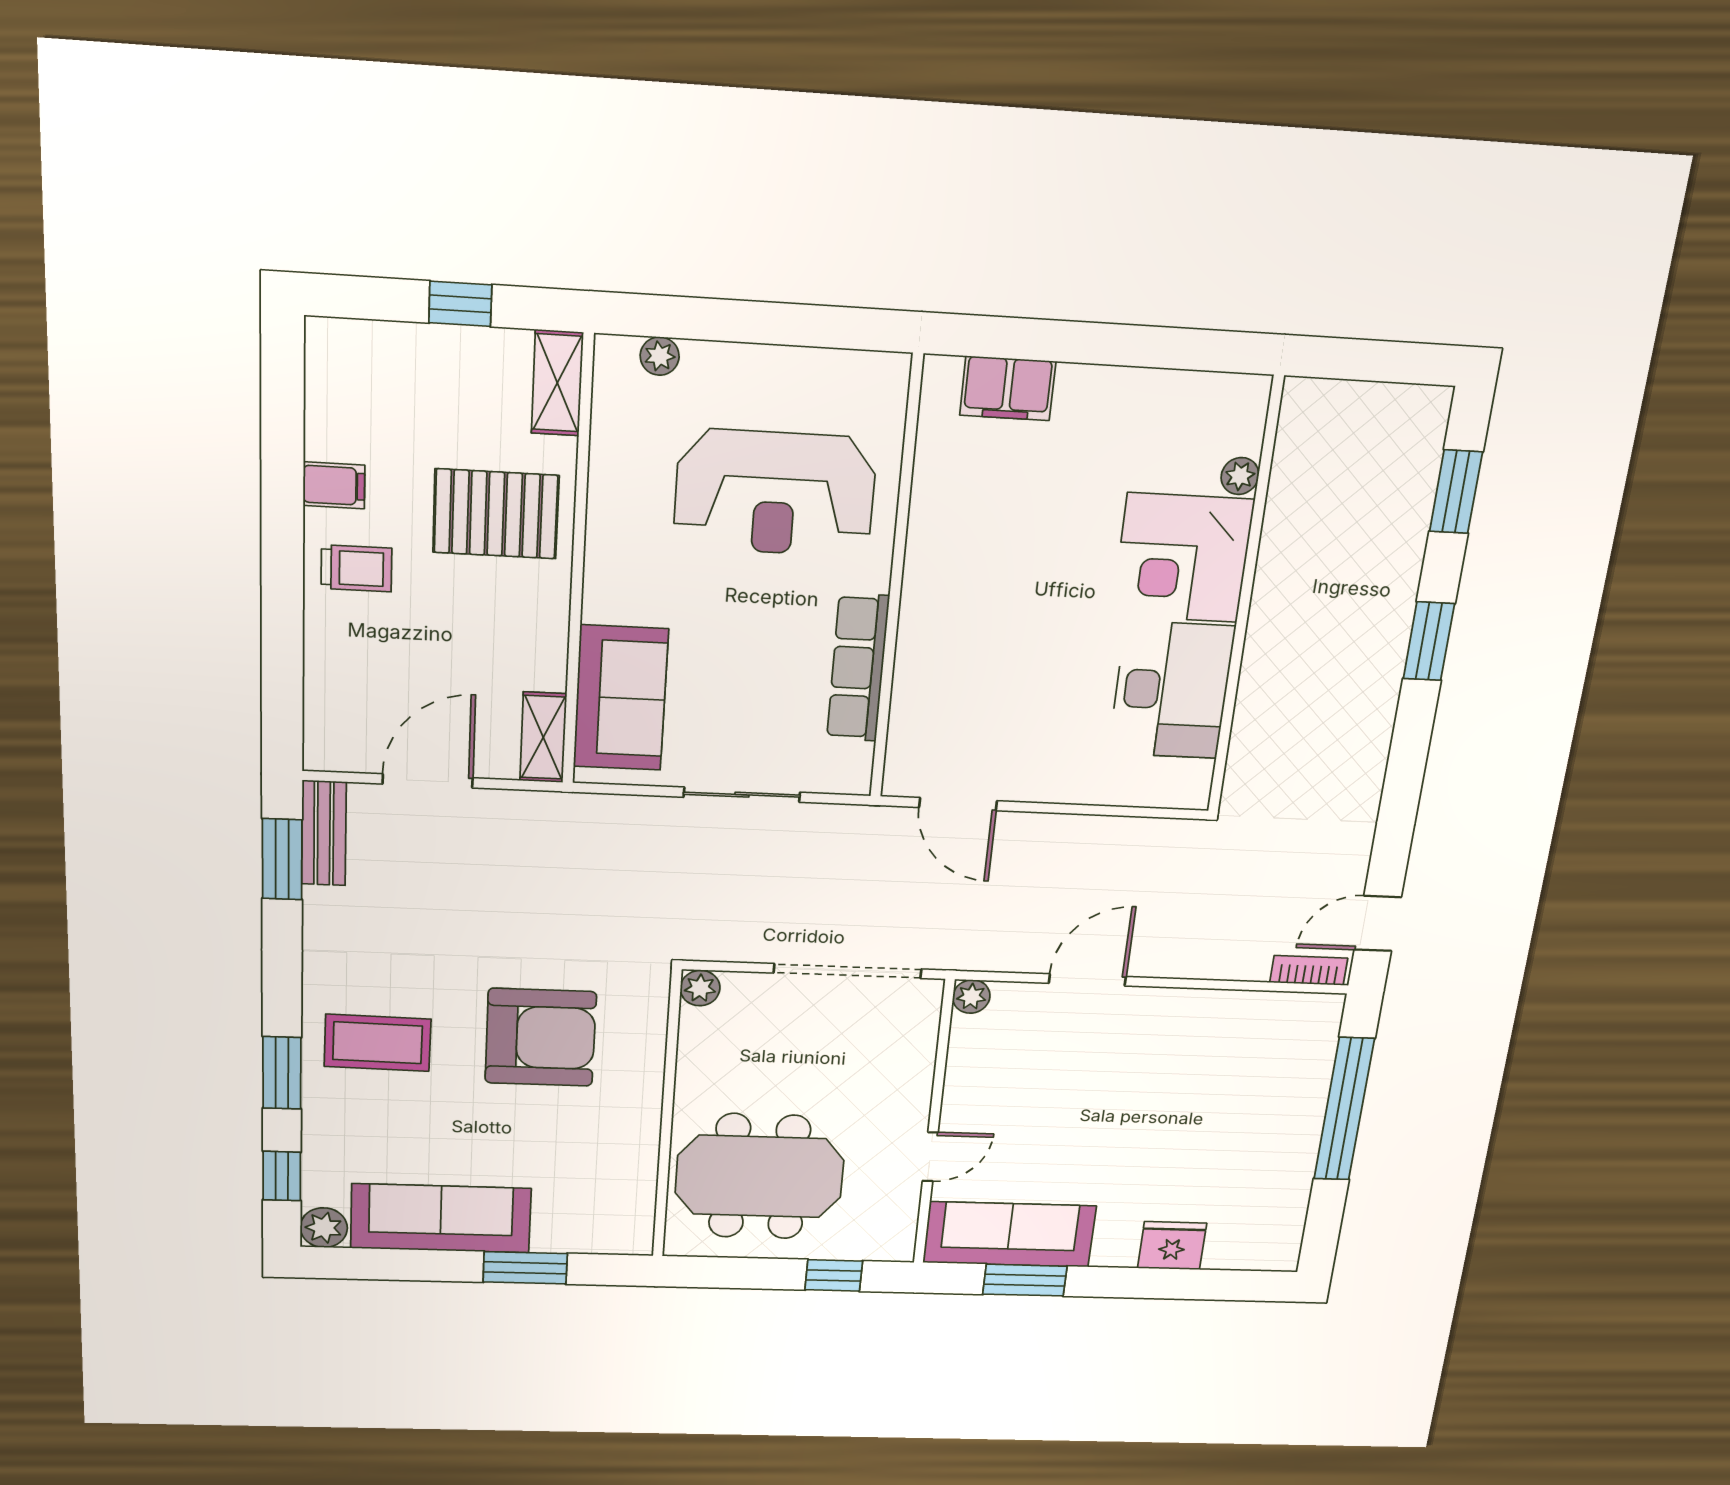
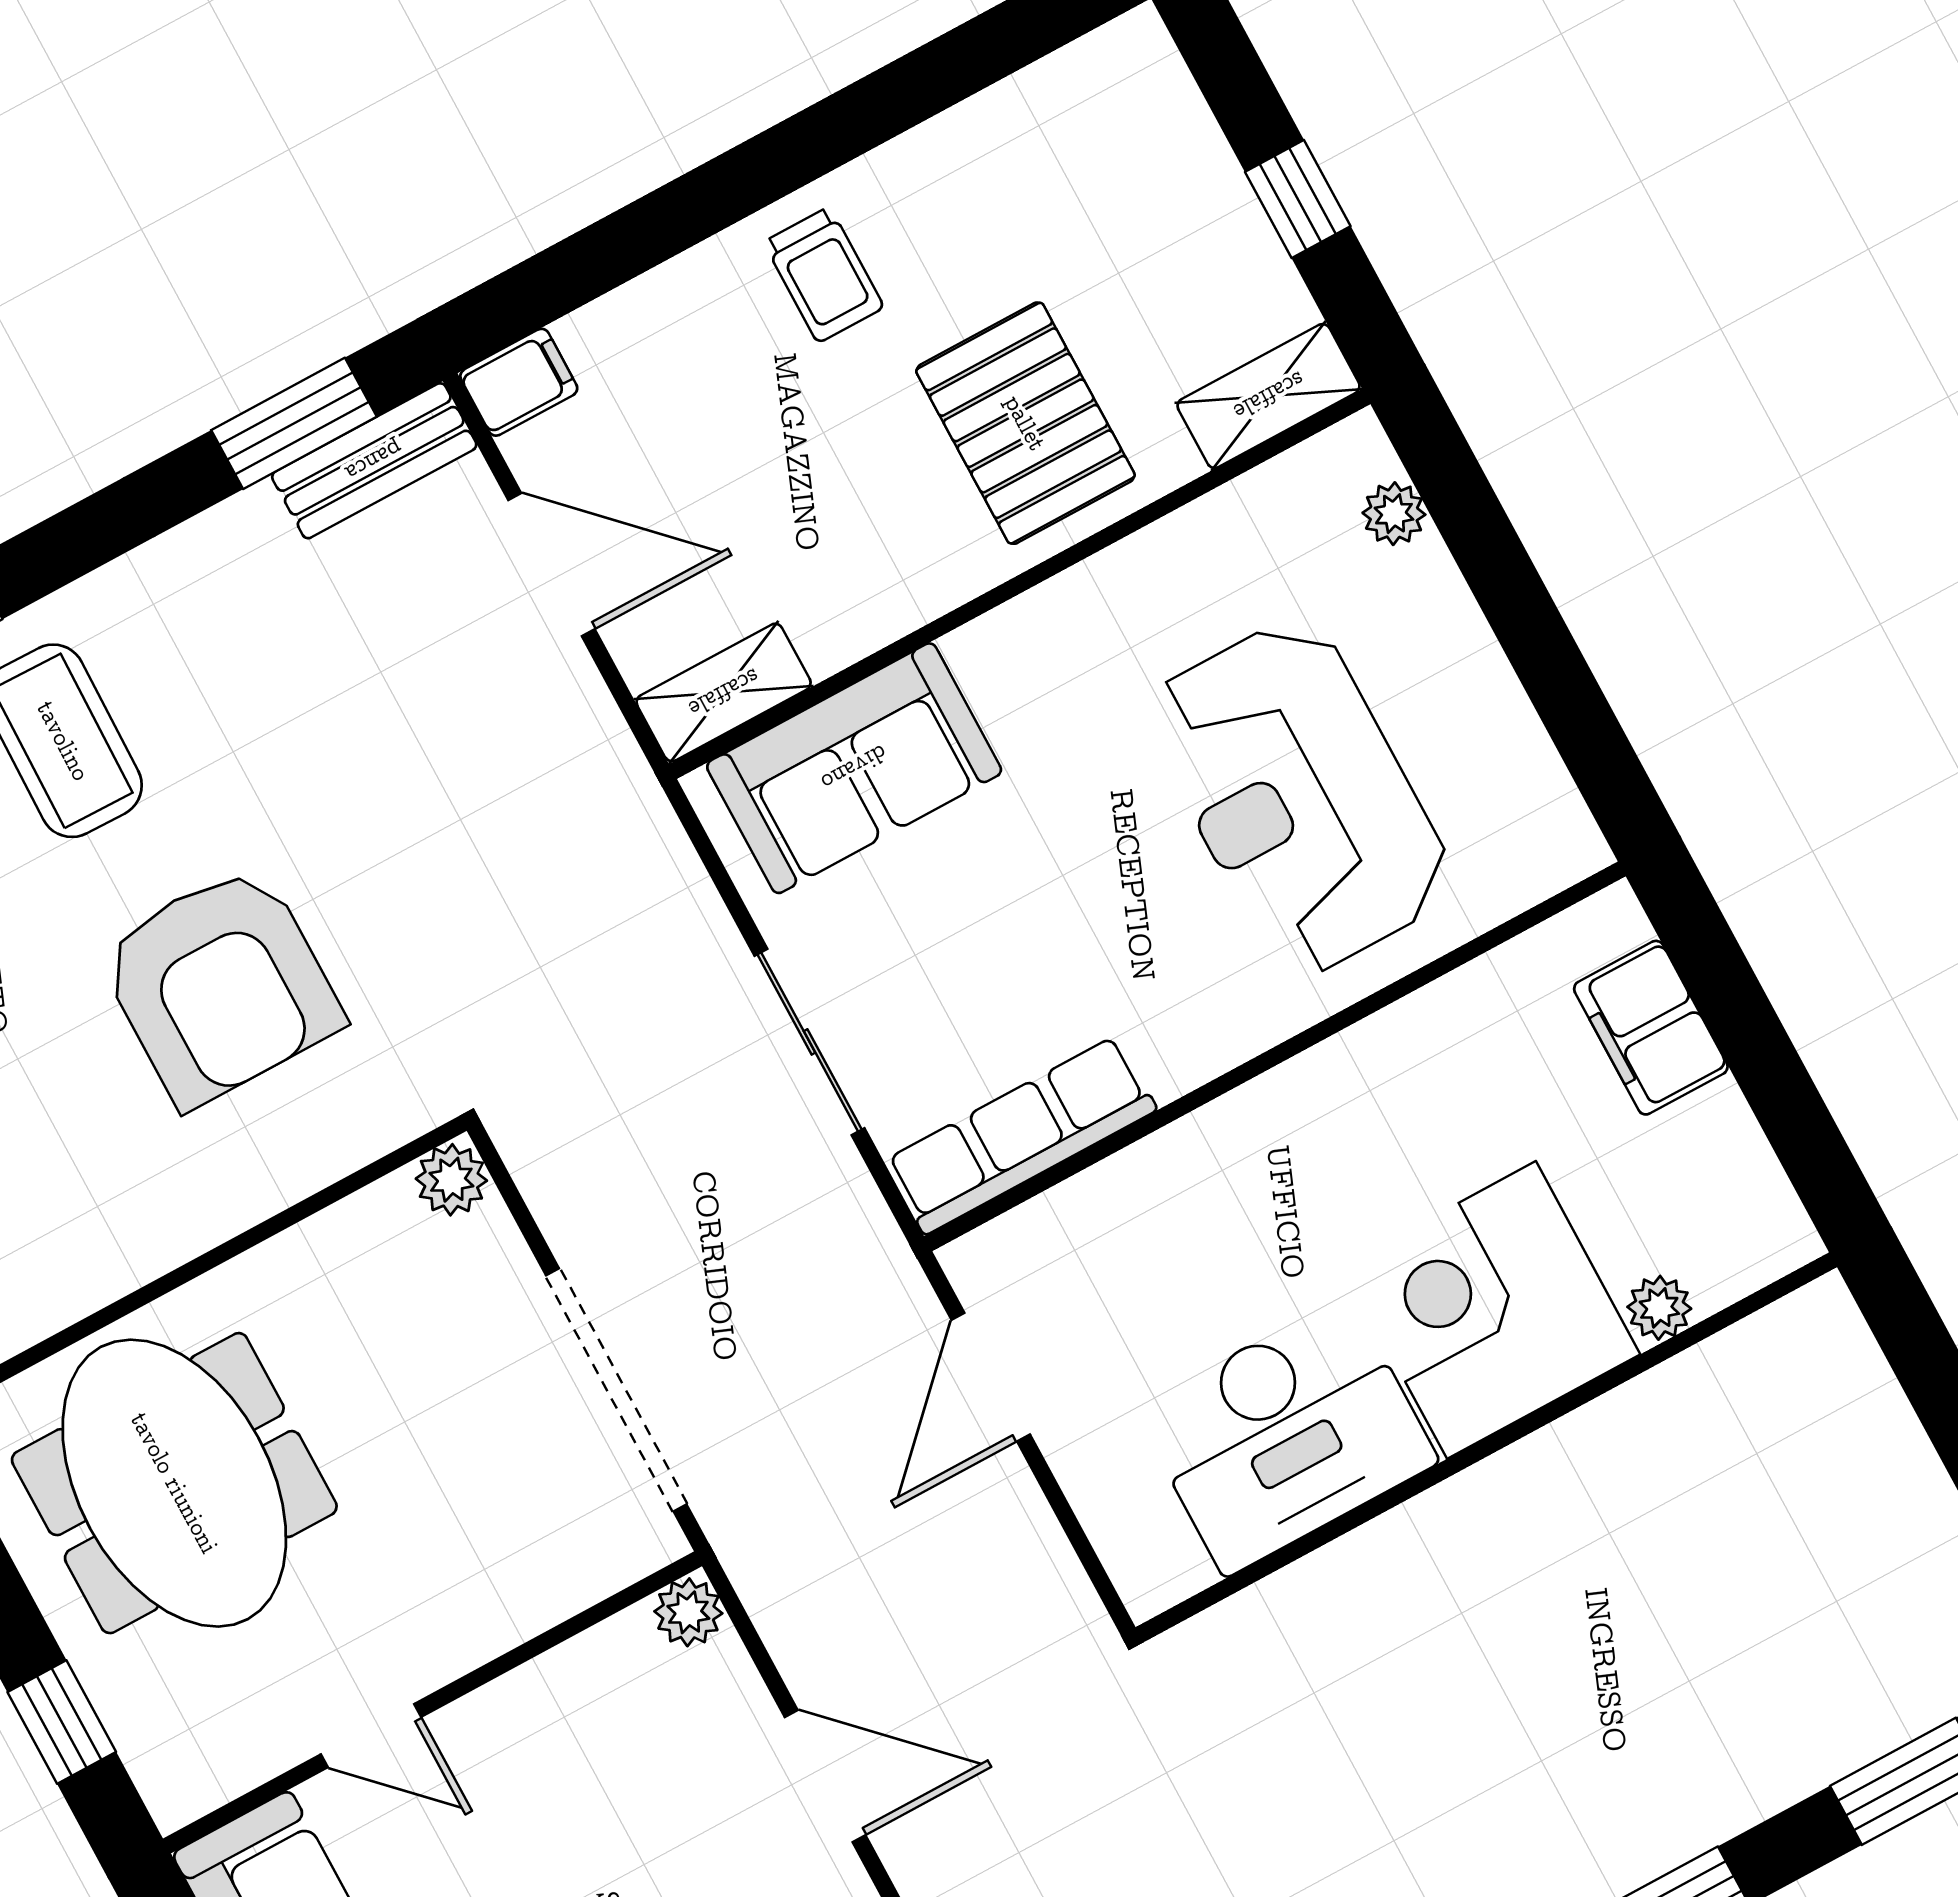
plant: (1240, 476) -> (1659, 1308), moved
filing cabinet: (334, 485) -> (519, 382), moved, turned -90
corner desk: (1183, 558) -> (1491, 1310), moved
wall: (1245, 600) -> (1486, 1447), moved
row of seats: (858, 668) -> (1021, 1135), moved
desk: (1172, 690) -> (1287, 1436), moved

